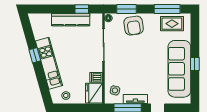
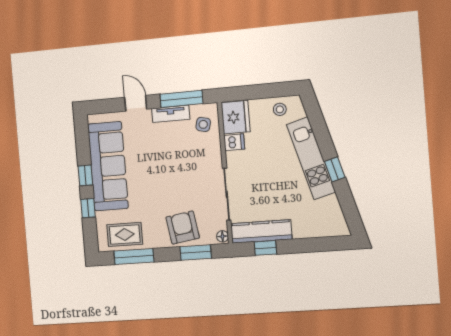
kitchen counter: (71, 20) -> (261, 231), moved
window: (195, 43) -> (88, 208), added

